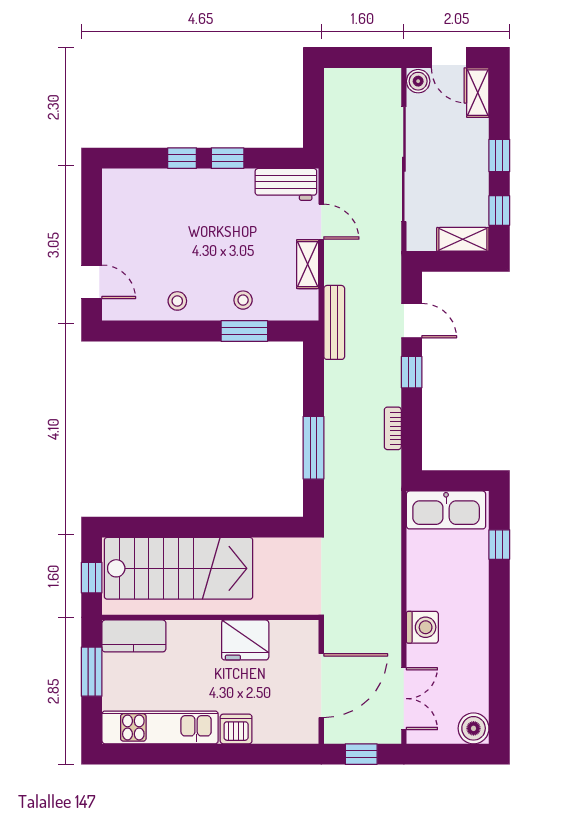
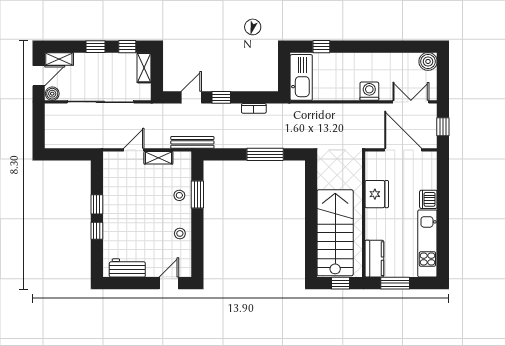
workbench: (286, 184) -> (127, 268), moved, turned -90

